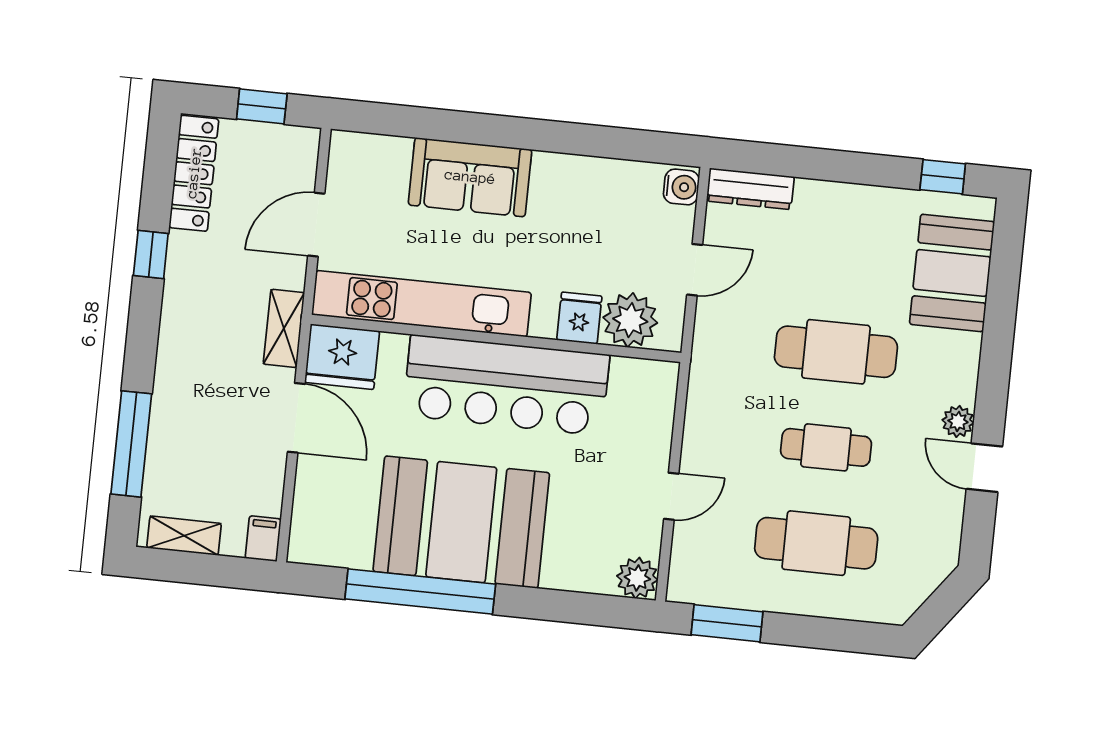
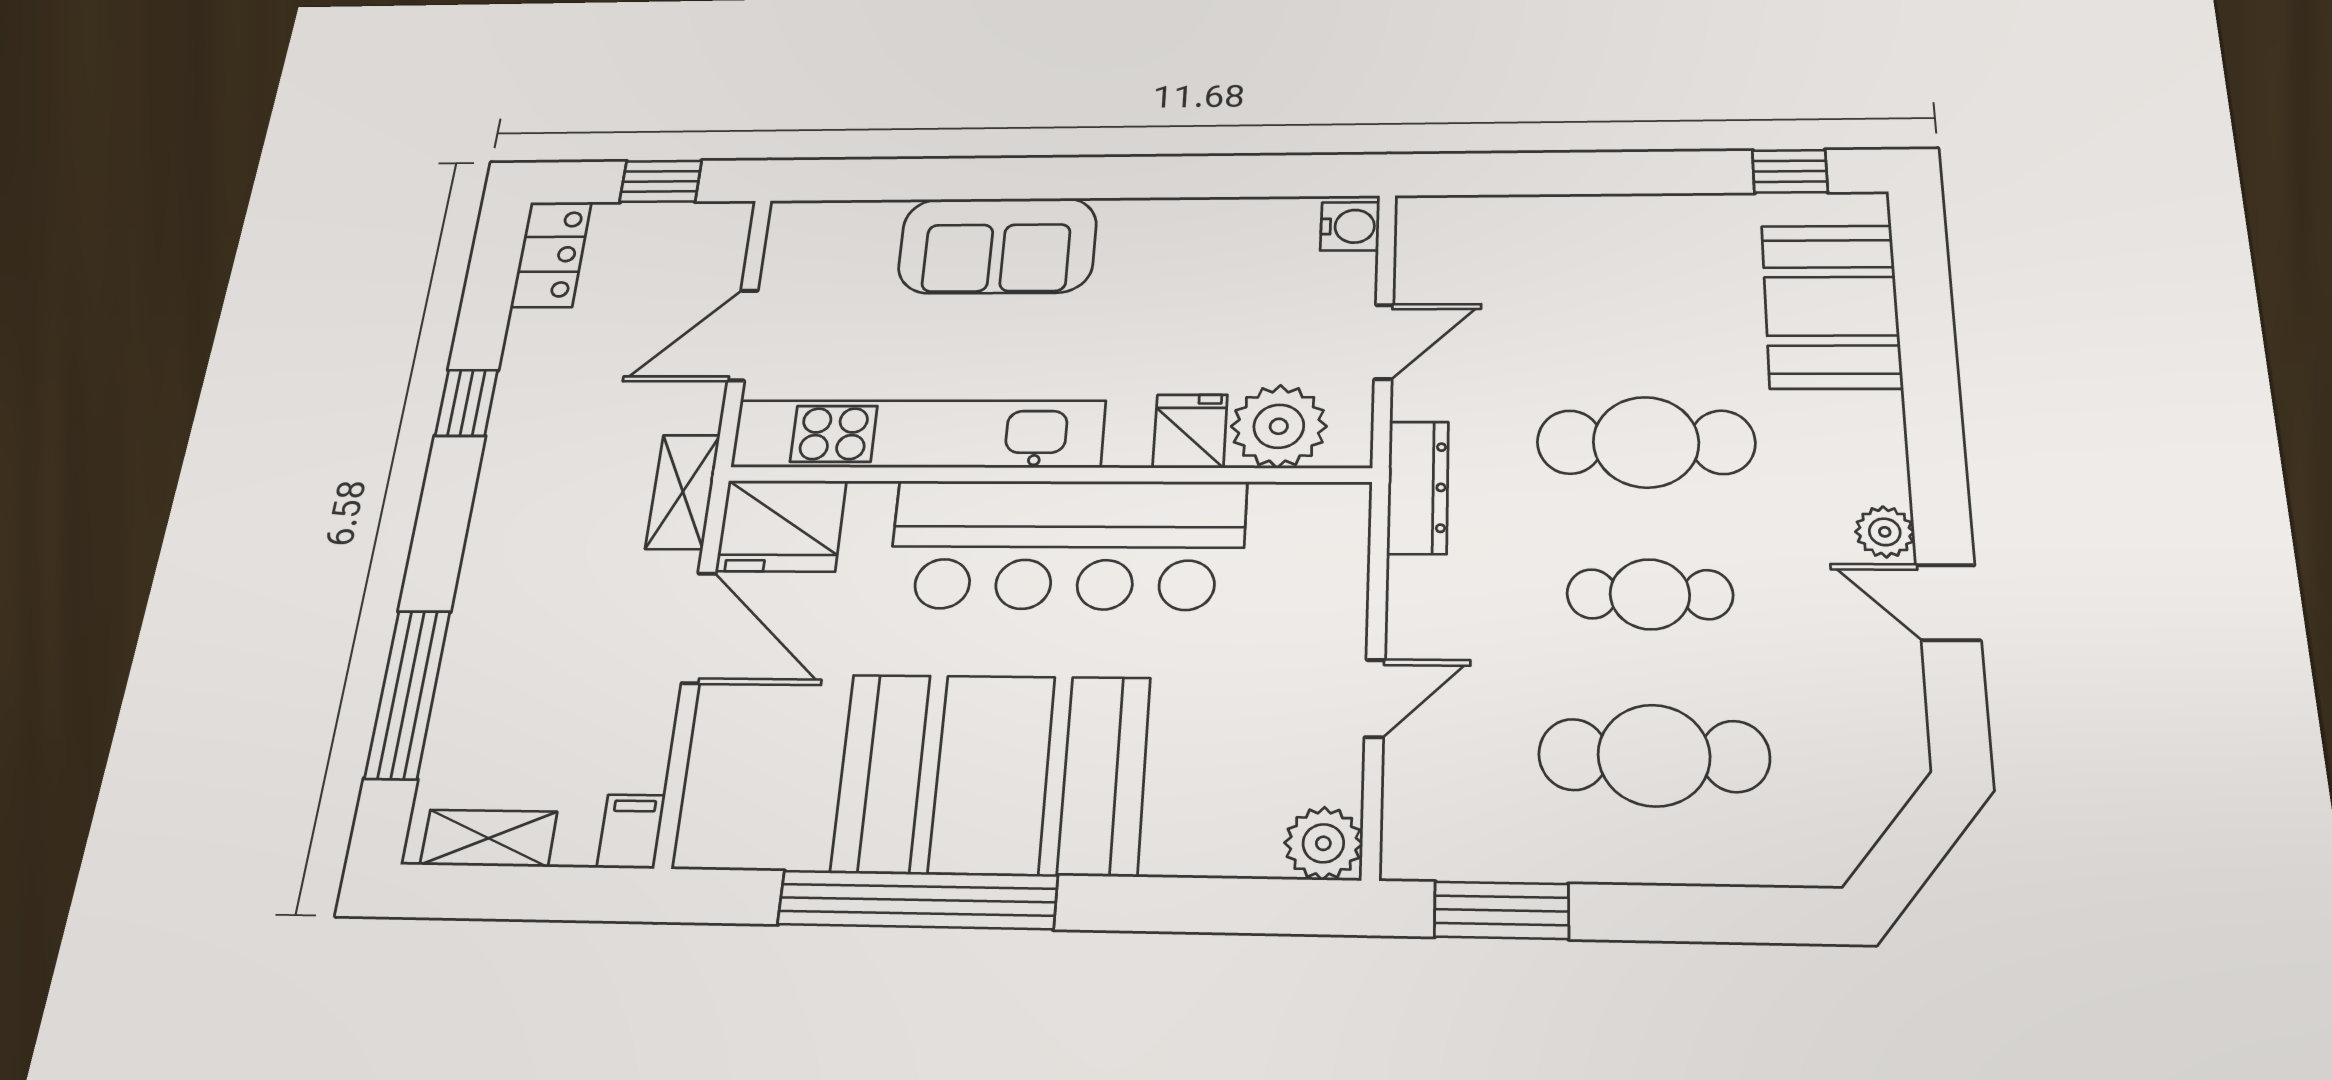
locker: (194, 173) -> (551, 254), width x0.66
dresser: (750, 189) -> (1418, 487), moved, turned -90

